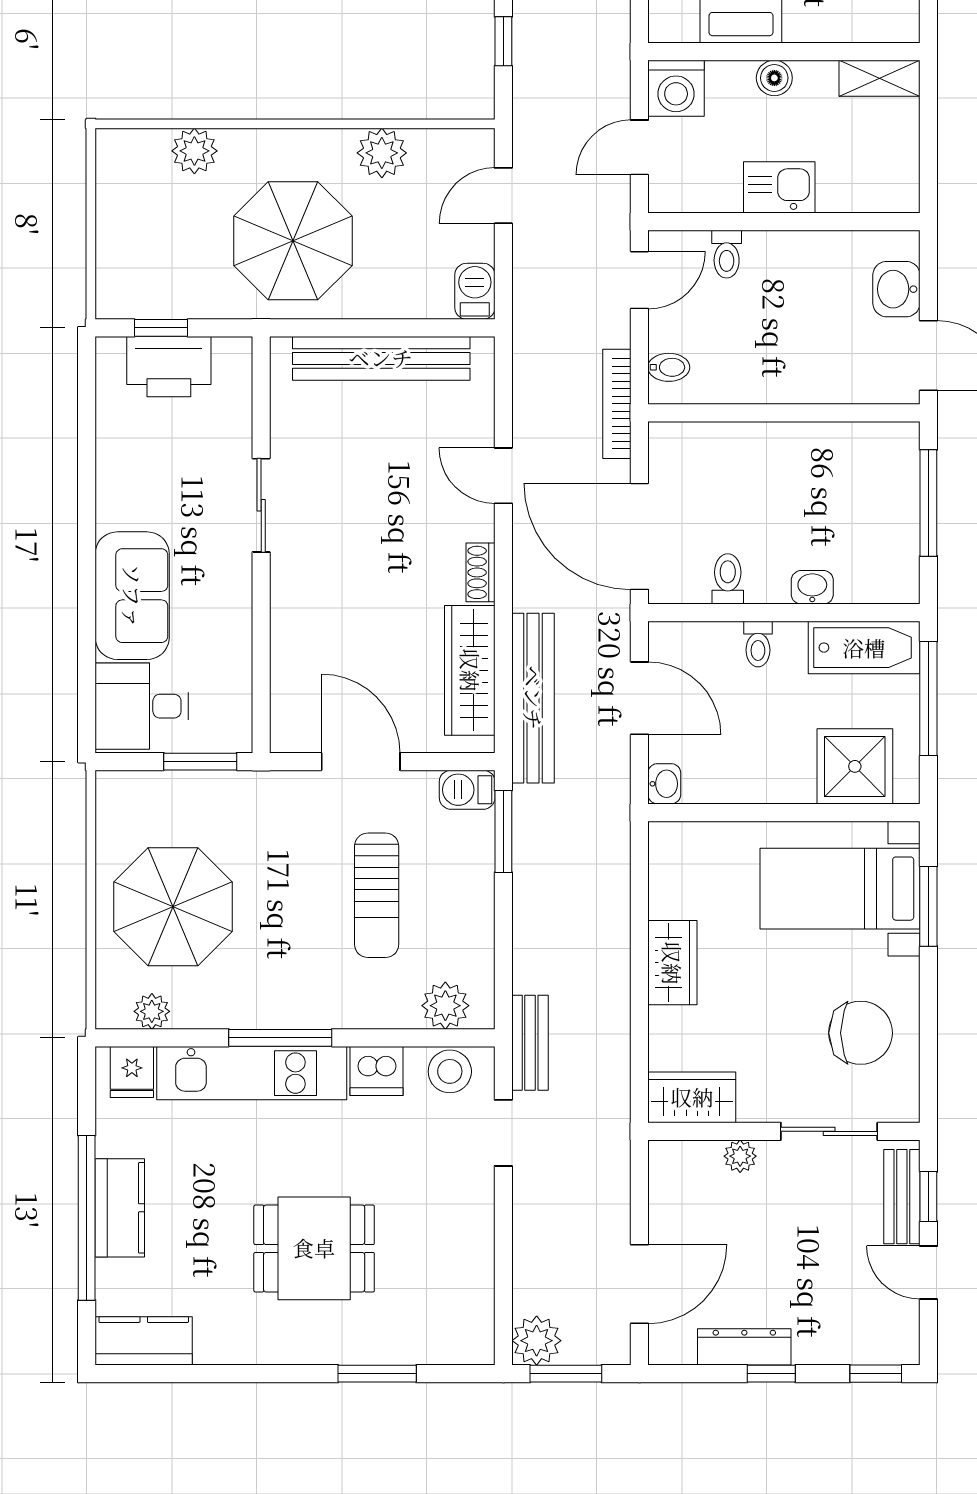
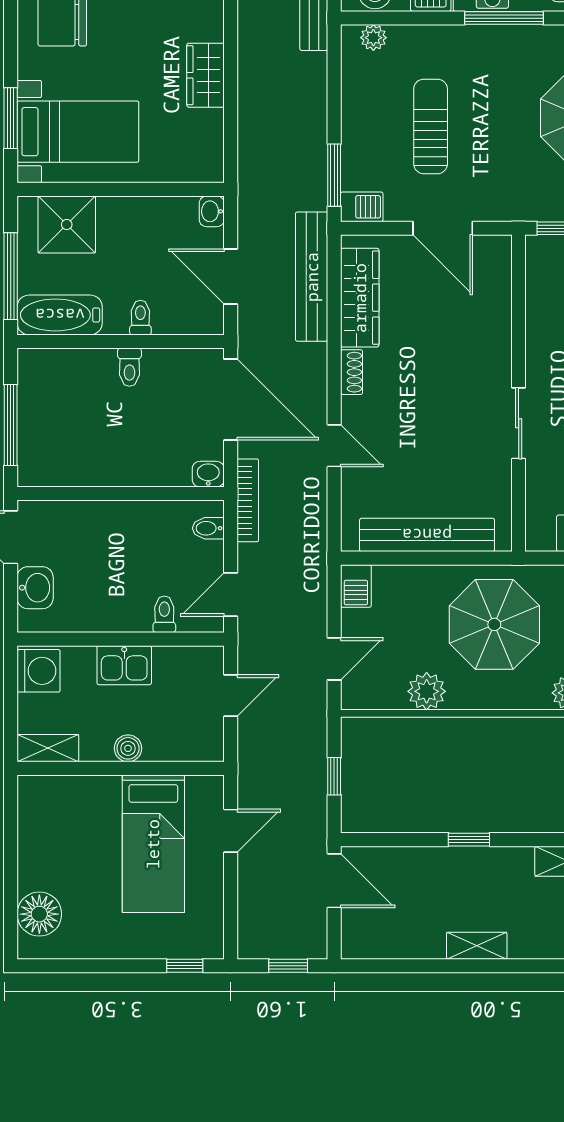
washing machine: (676, 88) -> (39, 671), moved, turned 90
toilet: (728, 579) -> (129, 367), moved
washbasin: (812, 587) -> (208, 474), moved, turned 180
plant: (445, 1006) -> (373, 38), width x0.73, depth x0.73

